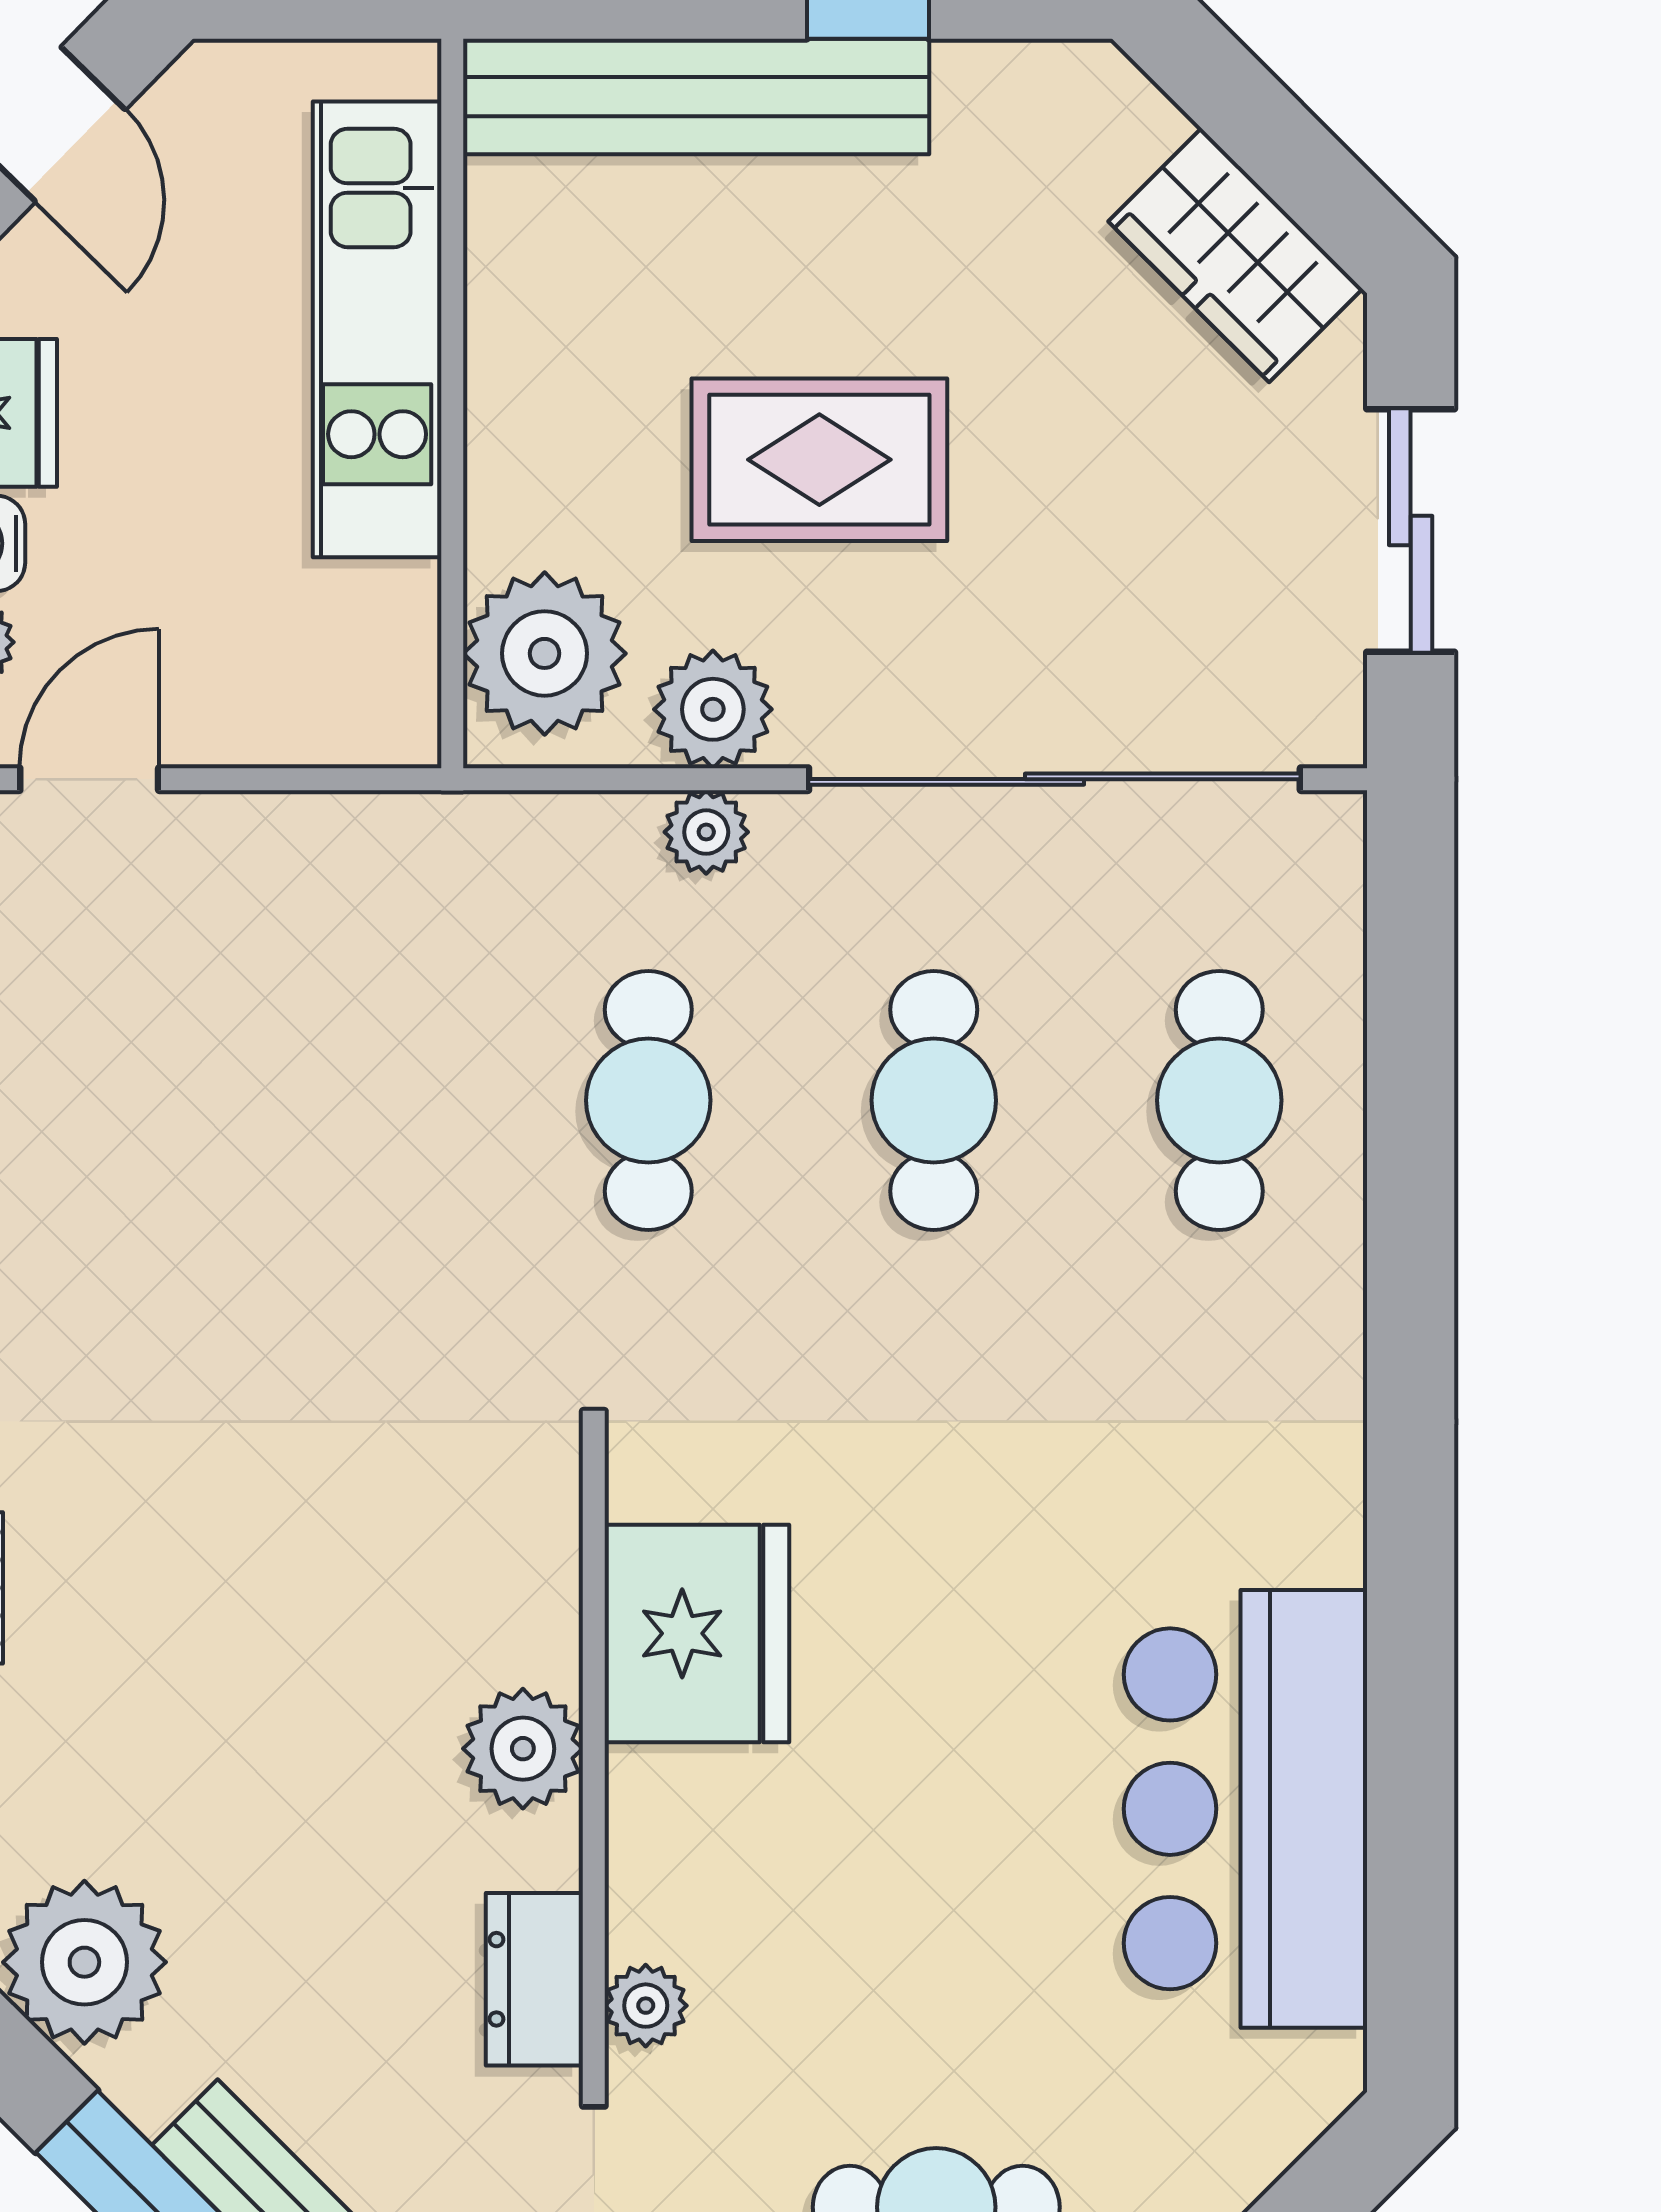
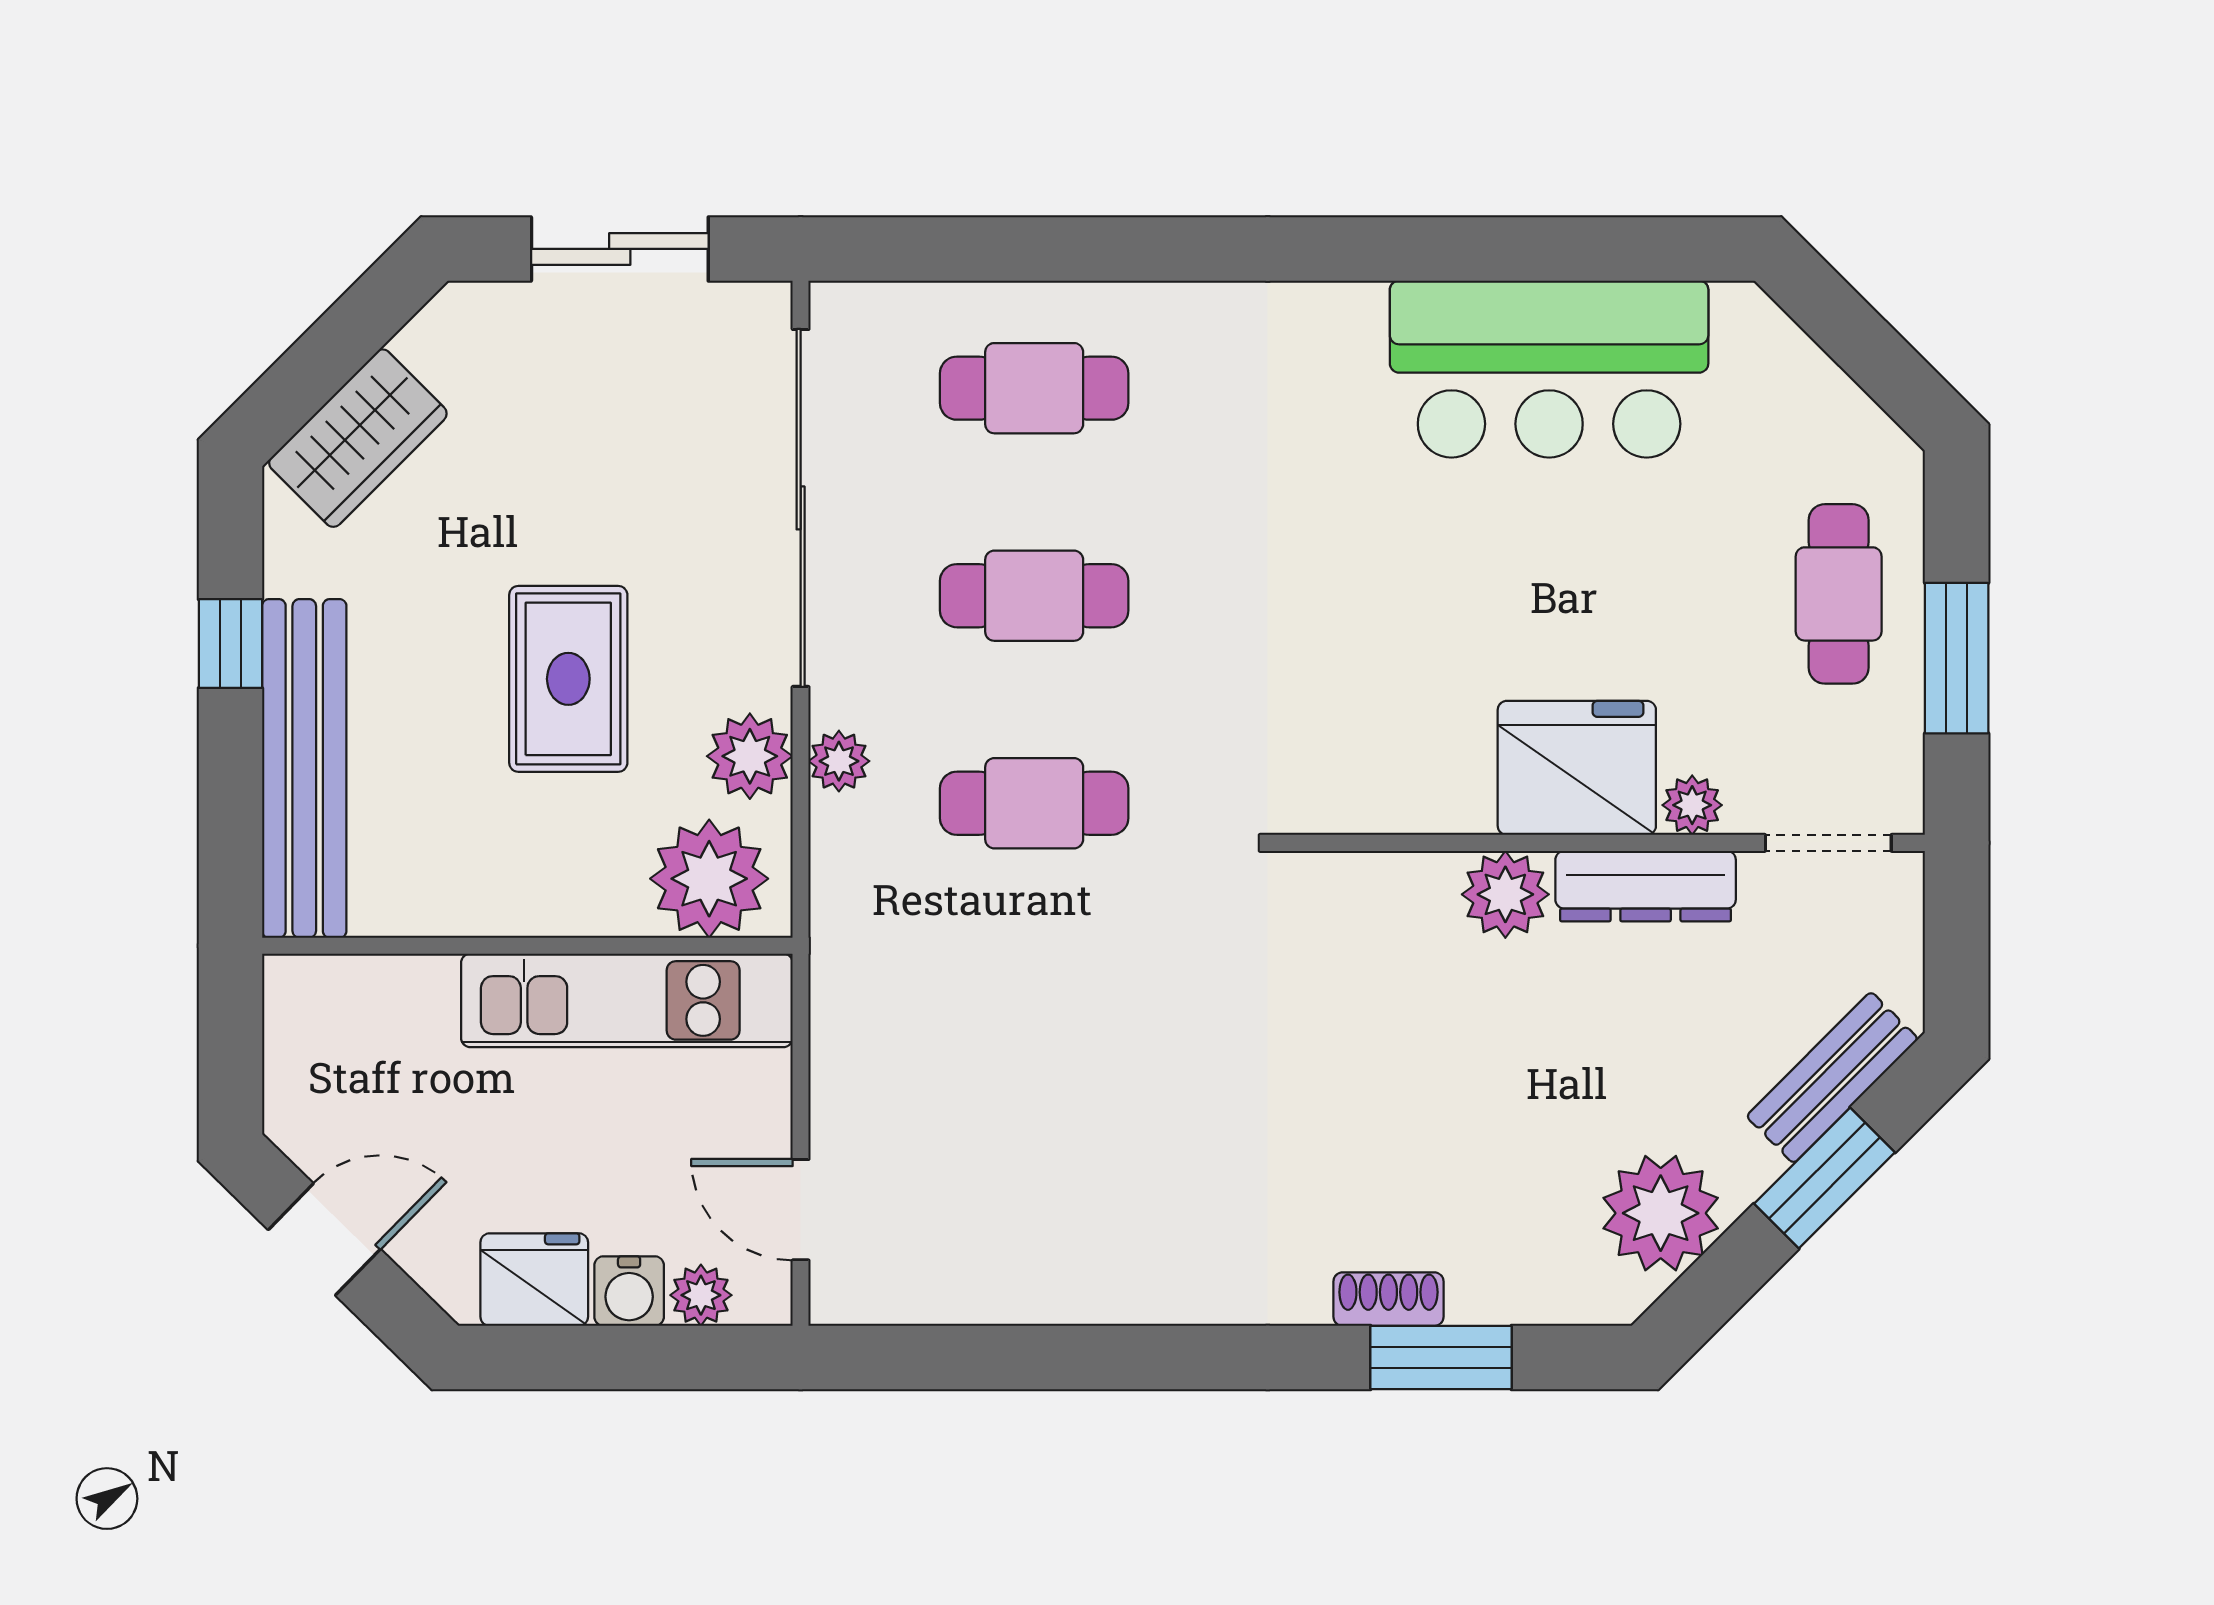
wardrobe: (1235, 255) -> (358, 438), moved
kitchen unit: (377, 329) -> (627, 1000), moved
fridge: (697, 1633) -> (1577, 768), moved
dresser: (534, 1979) -> (1646, 886), width x1.44

